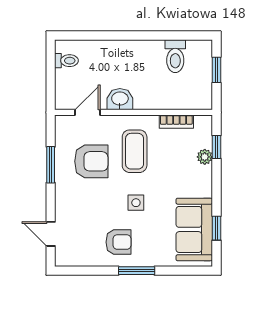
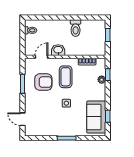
toilet: (175, 56) -> (76, 28), moved
armchair: (119, 242) -> (57, 123), removed

